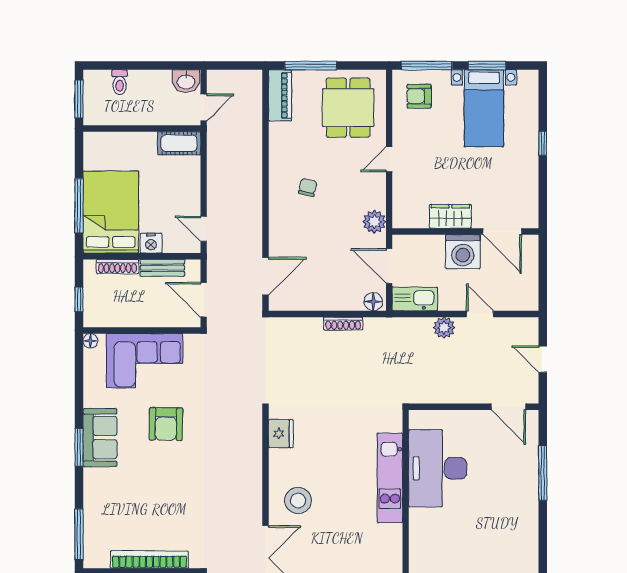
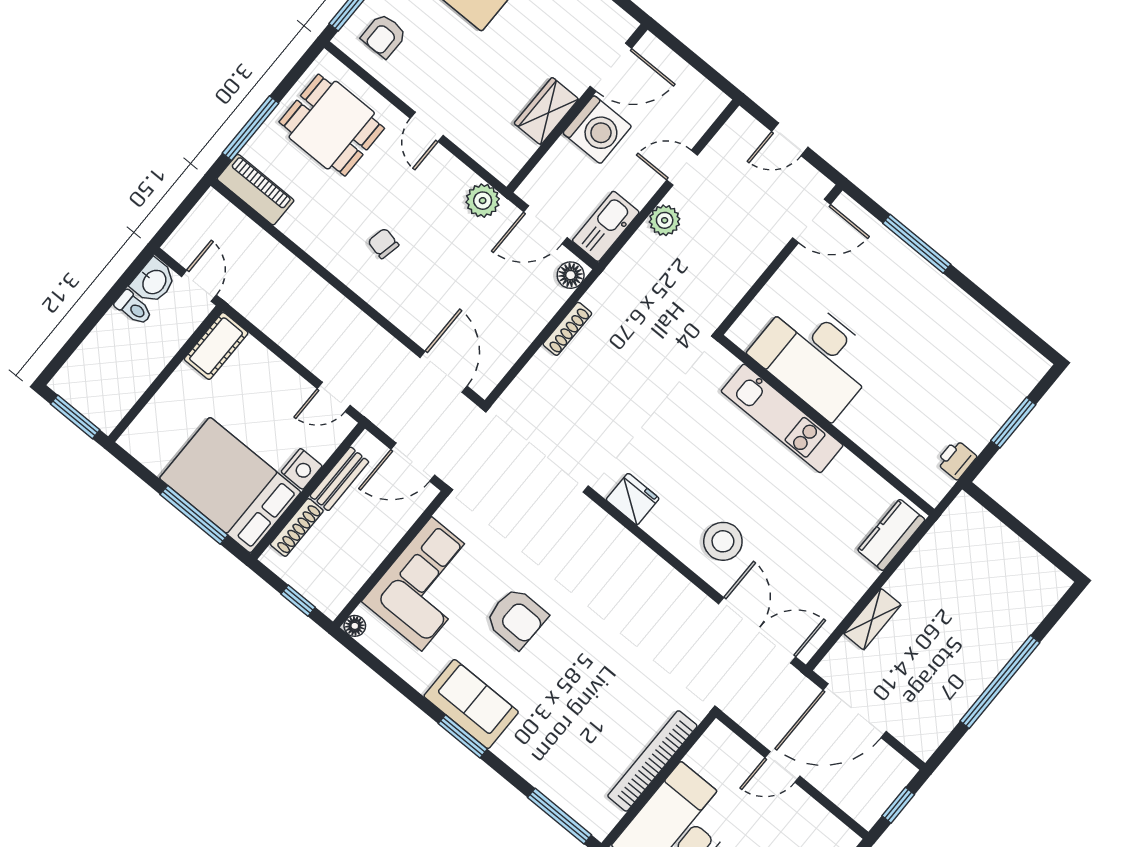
toilet: (120, 82) -> (133, 308), moved

